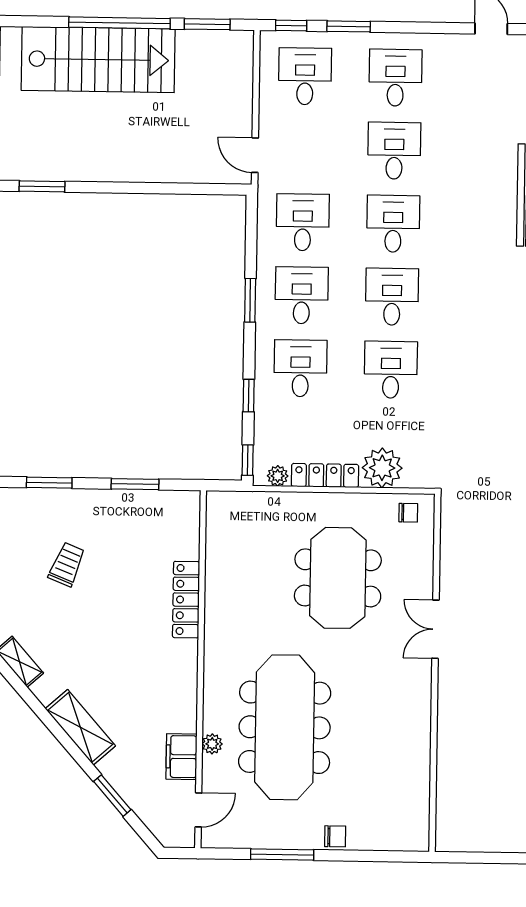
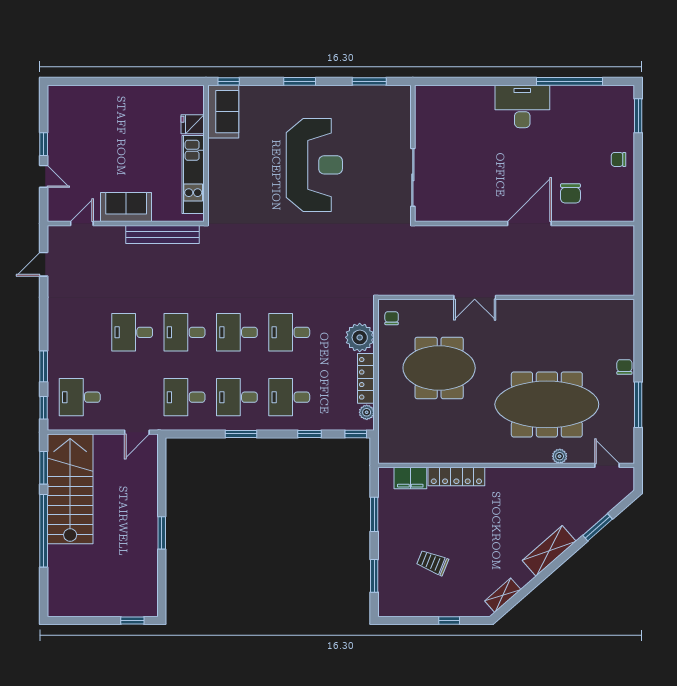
stairs: (98, 60) -> (70, 489), moved
desk: (395, 78) -> (80, 332), removed
window: (42, 186) -> (162, 533), moved
filing cabinet: (181, 757) -> (410, 478), moved

